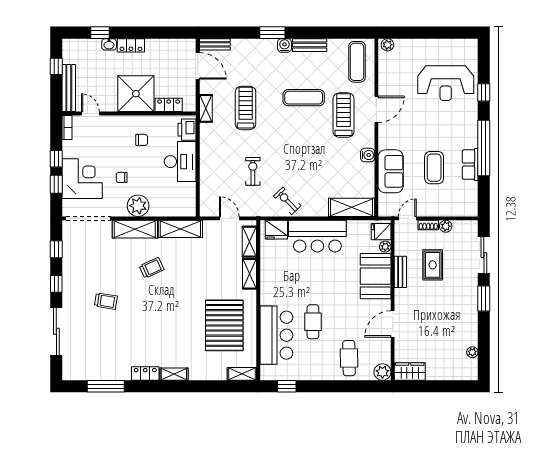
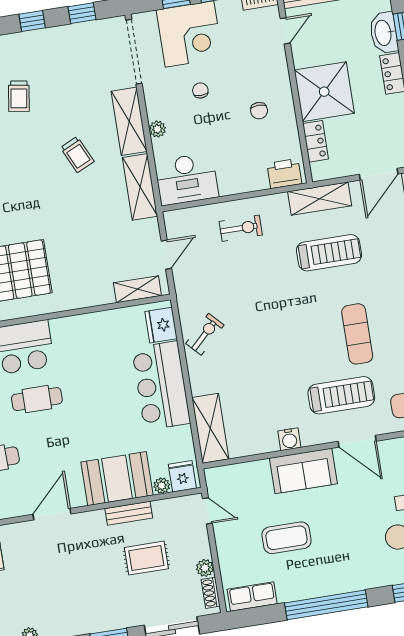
washbasin: (109, 44) -> (384, 33), width x1.91, depth x1.45
shelving: (206, 108) -> (320, 199), width x1.50, depth x1.33
desk: (180, 162) -> (187, 179), moved
row of seats: (470, 164) -> (252, 597), moved
exercise bike: (253, 171) -> (241, 228), moved
sofa: (391, 171) -> (303, 471), moved
plant: (138, 206) -> (157, 129), width x0.53, depth x0.53
shoe rack: (428, 225) -> (211, 593), moved
shelving: (250, 274) -> (91, 297), removed
door: (393, 324) -> (52, 514), hinge flipped

